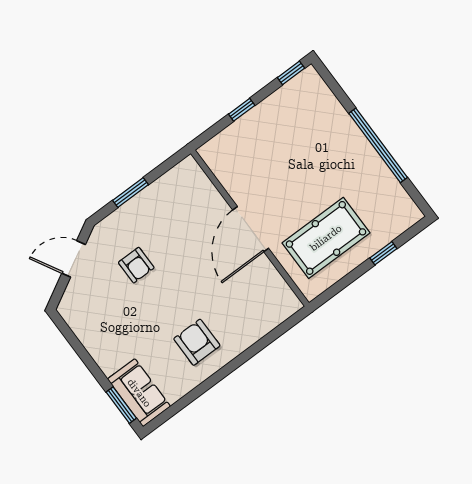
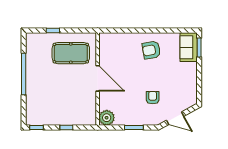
plant: (187, 175) -> (107, 118), added
door: (251, 229) -> (98, 78), hinge flipped
armchair: (197, 342) -> (151, 50), turned 80

